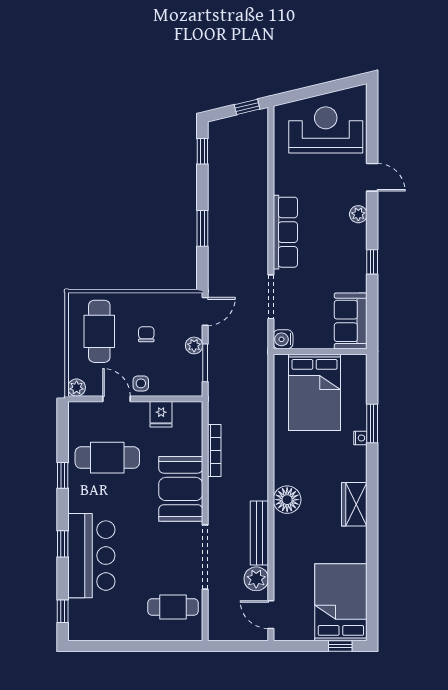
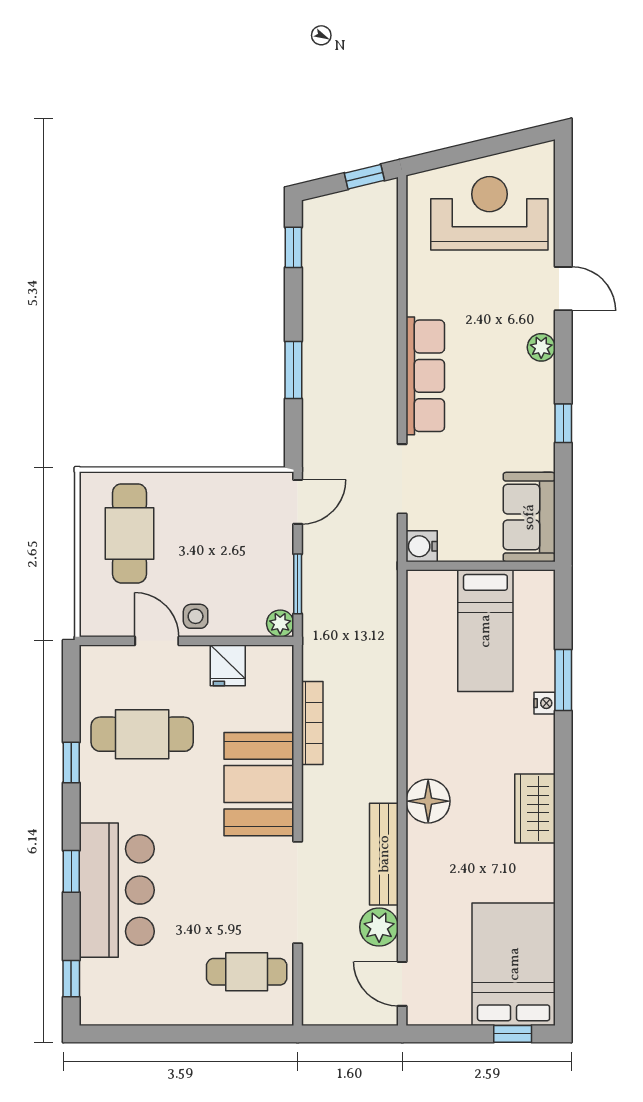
chair: (146, 334) -> (204, 538), removed
plant: (194, 345) -> (280, 623), moved
plant: (77, 388) -> (93, 623), removed
bed: (315, 392) -> (485, 631), width x0.67

